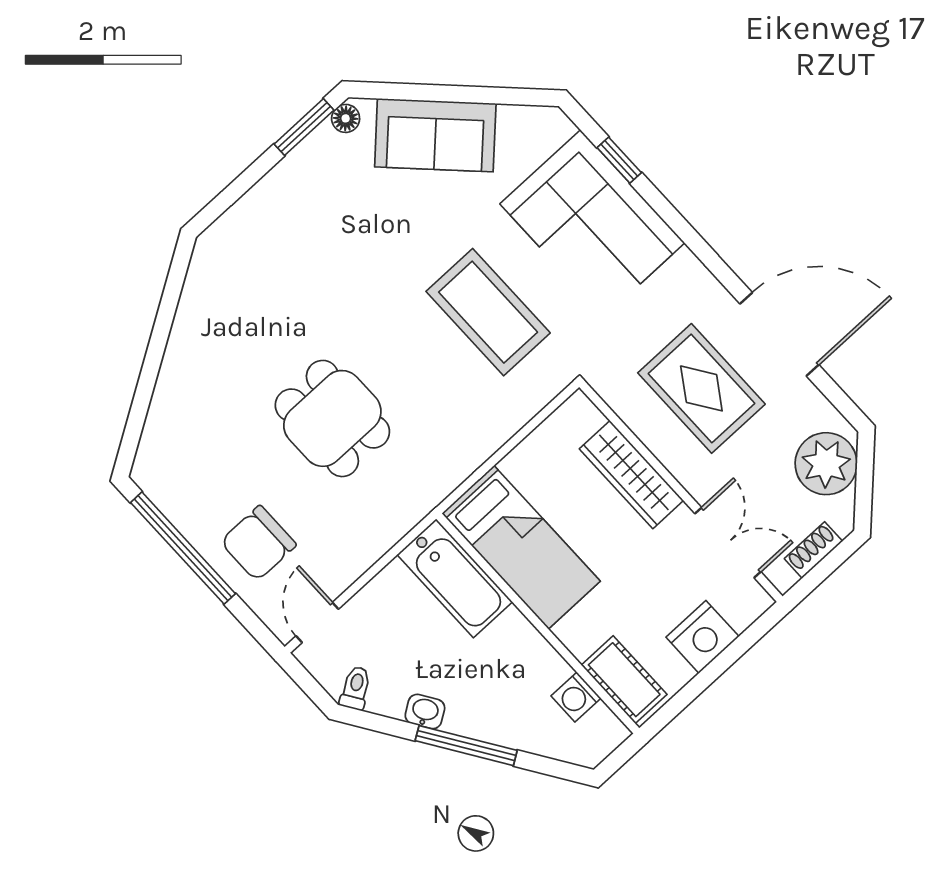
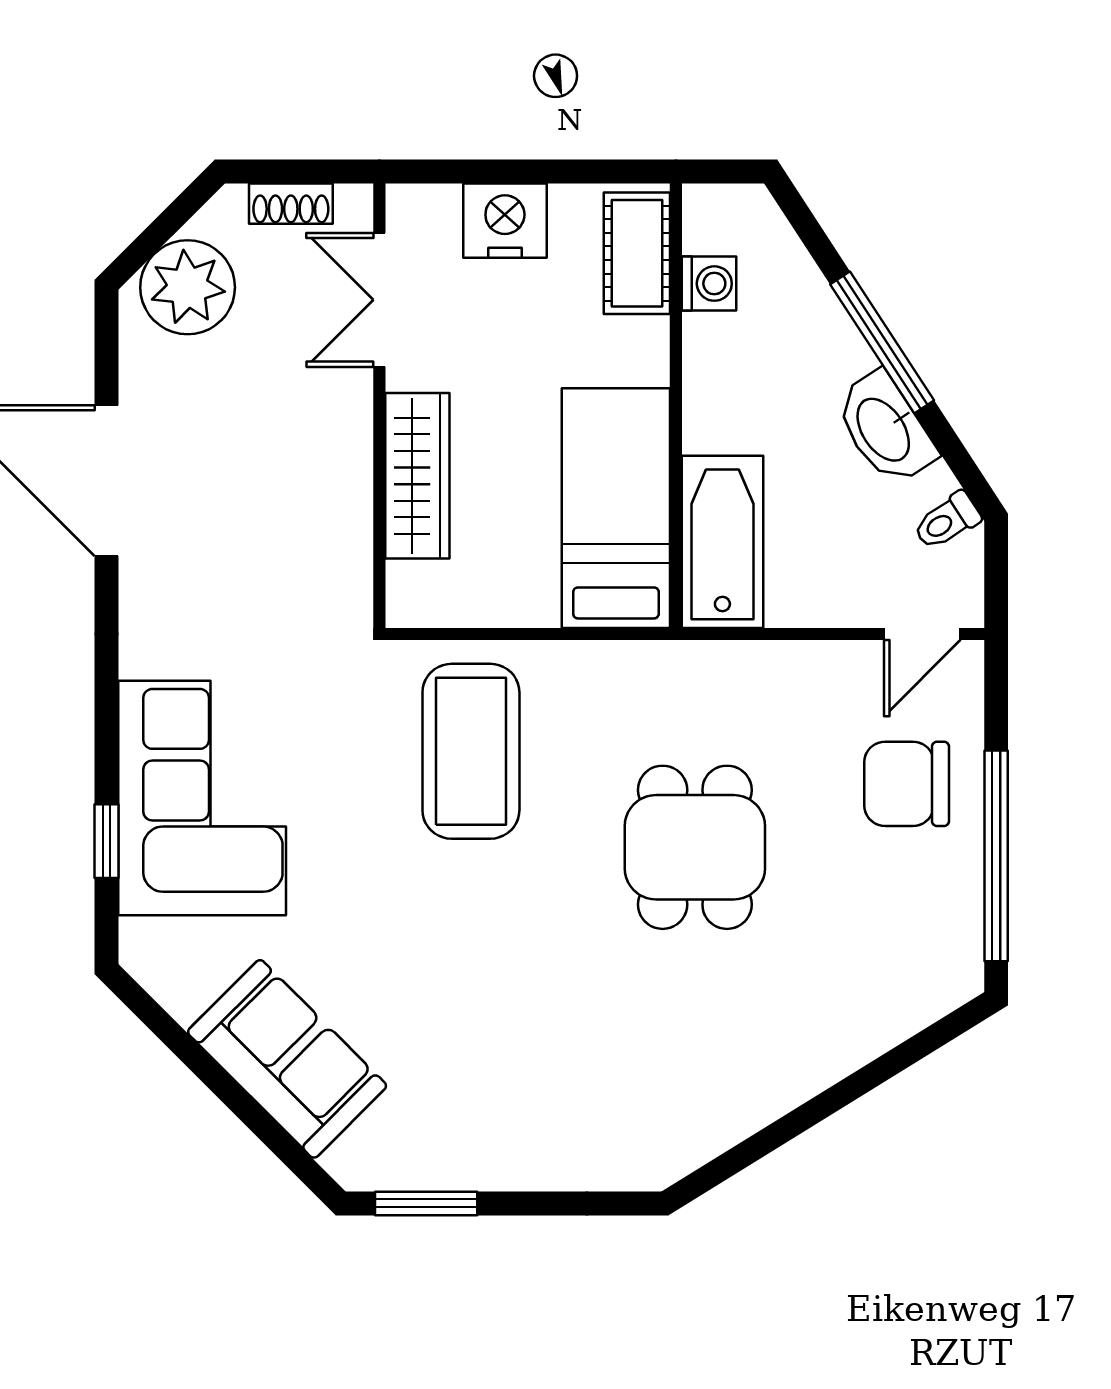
floor lamp: (346, 118) -> (370, 1170), removed
coffee table: (488, 312) -> (471, 751), moved
rug: (701, 388) -> (250, 500), removed
chair: (258, 543) -> (907, 784), turned 180
washbasin: (425, 712) -> (885, 429), width x1.91, depth x1.45

